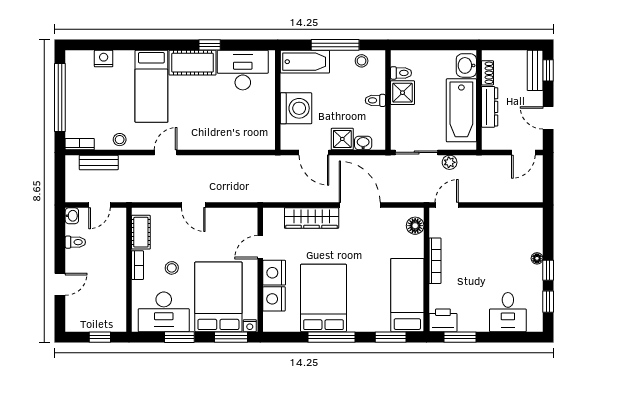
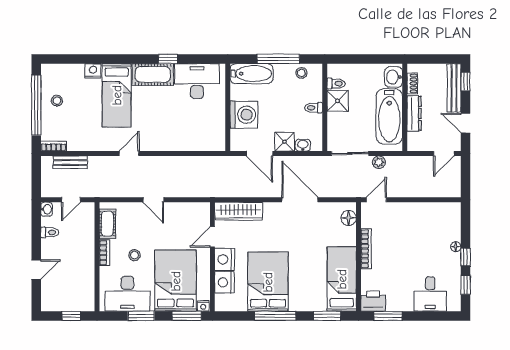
nightstand: (104, 59) -> (93, 71), moved
bench: (535, 70) -> (454, 88), width x1.36
stool: (120, 140) -> (57, 101), moved
wardrobe: (312, 218) -> (238, 211), moved

